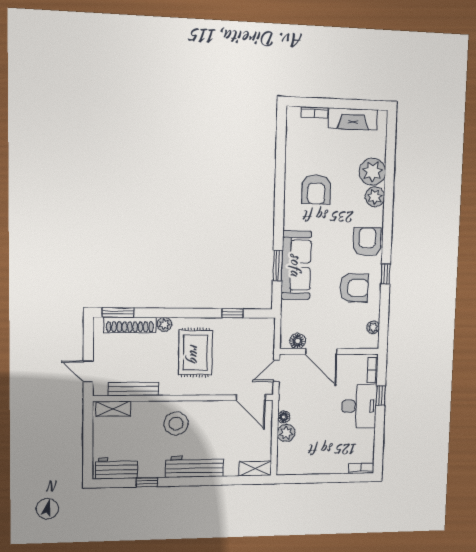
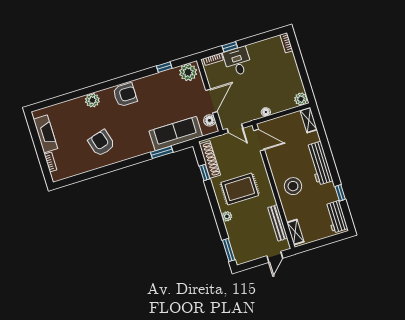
plant: (372, 172) -> (76, 108), removed
armchair: (316, 189) -> (101, 143), turned -106
armchair: (367, 242) -> (125, 95), turned 180
sofa: (296, 265) -> (176, 134), moved
window: (386, 274) -> (164, 67), moved
armchair: (354, 288) -> (160, 93), removed
shoe rack: (130, 325) -> (210, 159), moved
plant: (373, 327) -> (188, 72), width x1.88, depth x1.88
door: (251, 398) -> (259, 140), hinge flipped
desk: (359, 406) -> (238, 61), width x0.73
plant: (286, 433) -> (301, 99), moved

